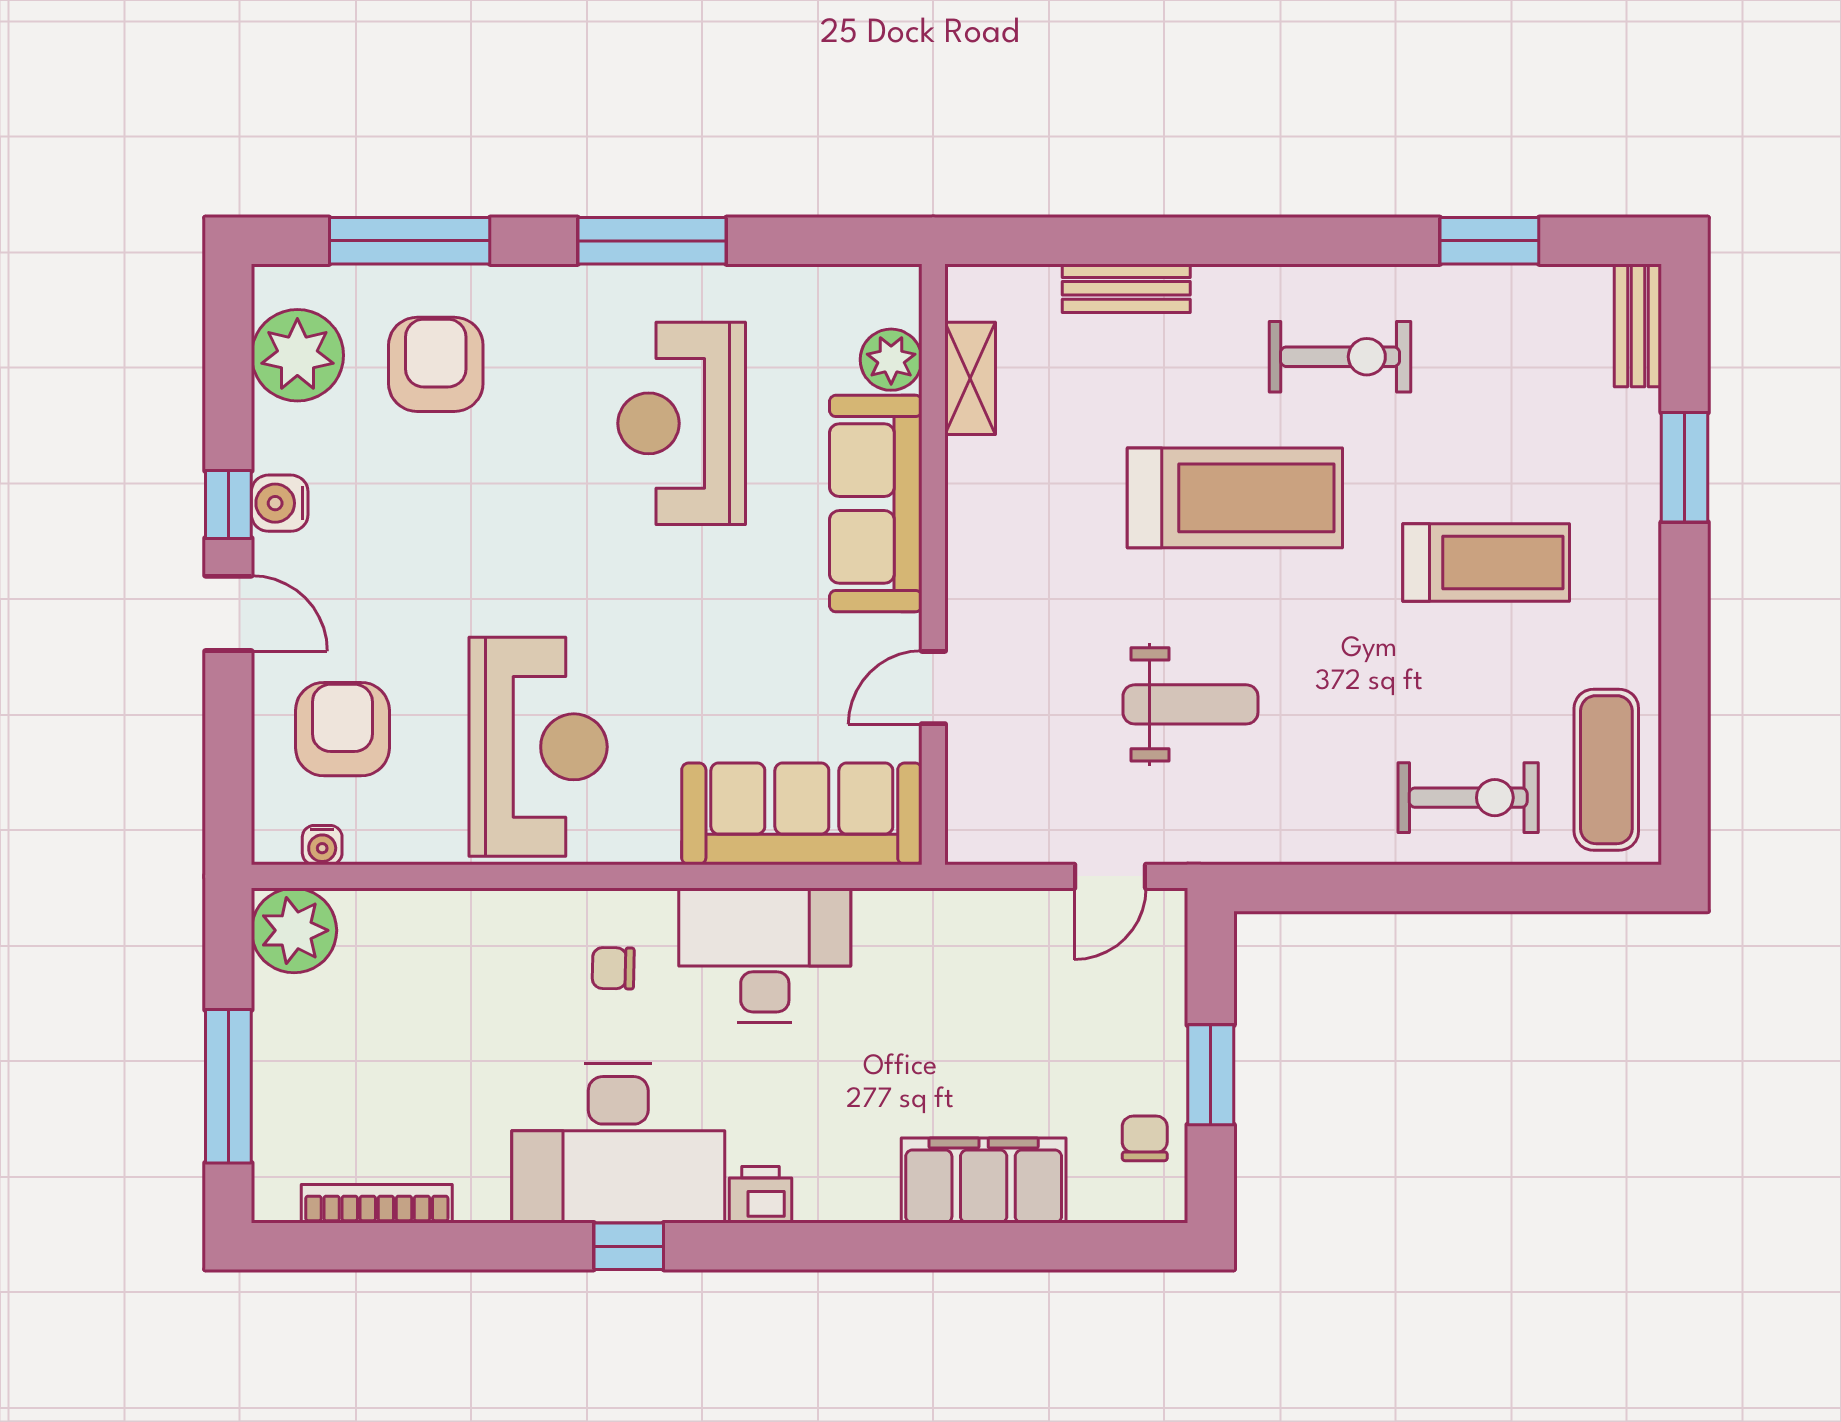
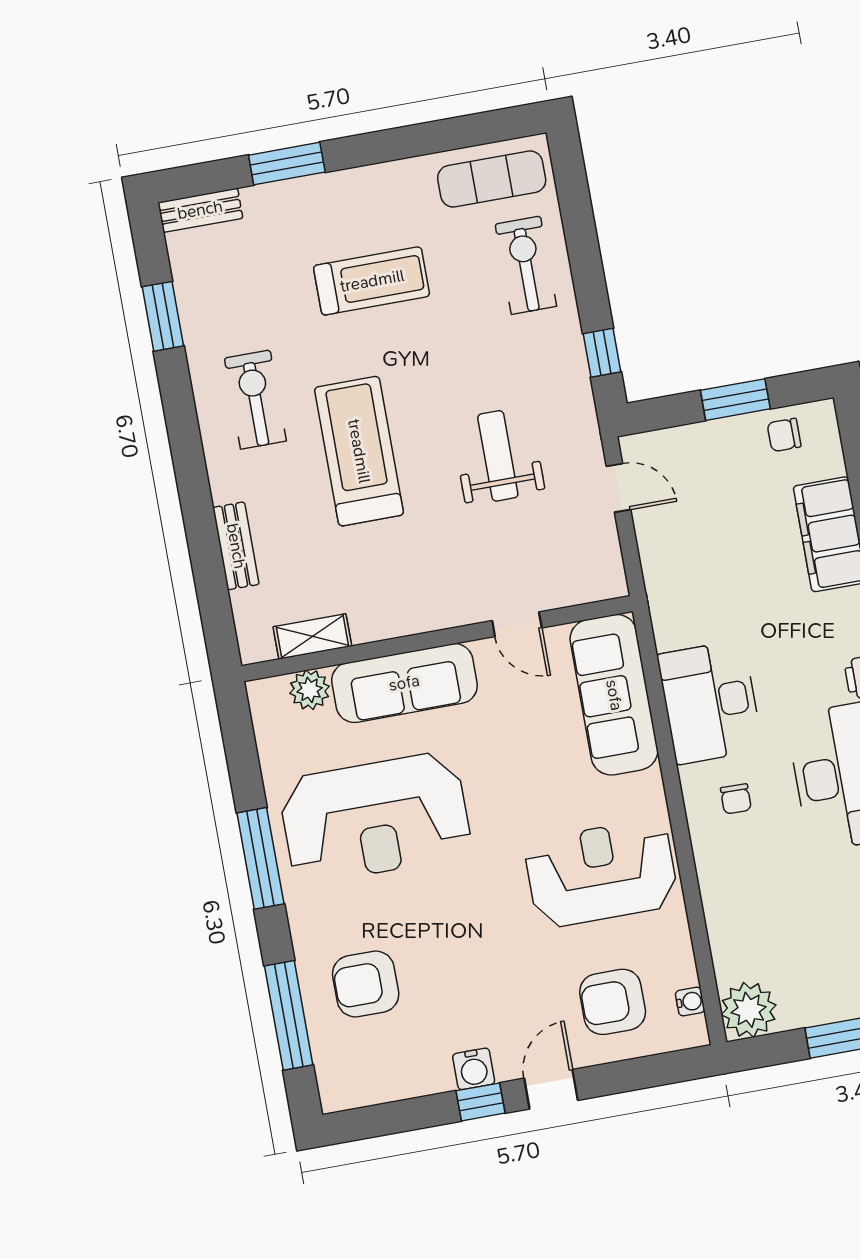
plant: (297, 355) -> (376, 1075), removed
reception desk: (682, 423) -> (375, 818), width x1.36, depth x1.30
treadmill: (1486, 562) -> (372, 281), turned 90
window: (1317, 888) -> (602, 353), added

